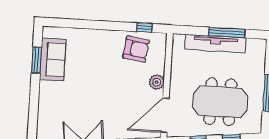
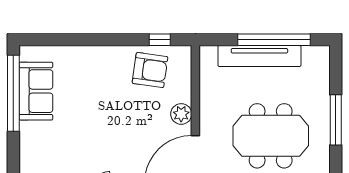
window: (227, 33) -> (274, 40), width x1.46
window: (36, 60) -> (13, 93), width x2.11

